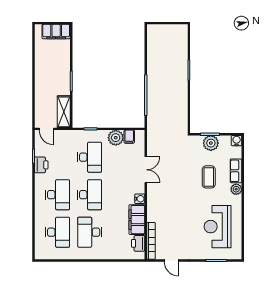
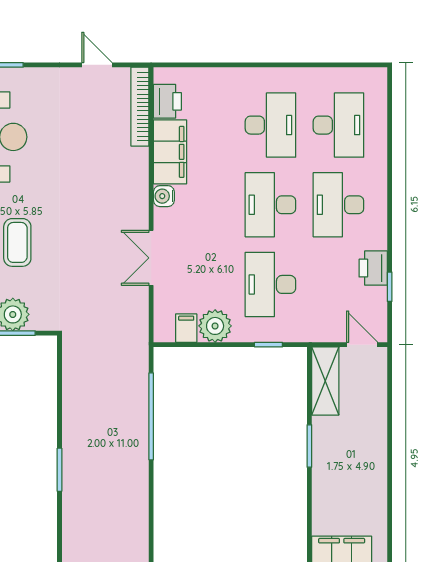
desk: (58, 232) -> (338, 125), turned 180

